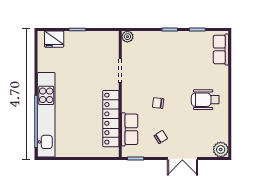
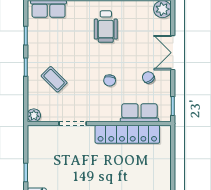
coffee table: (159, 54) -> (54, 79), added
double door: (182, 159) -> (173, 53), swing flipped

